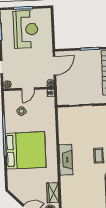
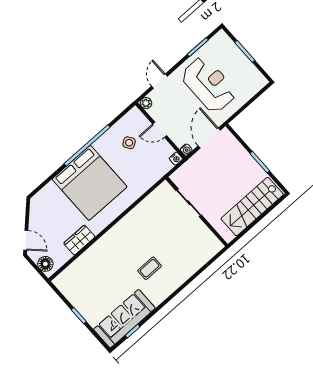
reception desk: (26, 29) -> (209, 85), moved, turned -90
door: (54, 66) -> (209, 138), swing flipped
fireplace: (66, 160) -> (115, 236), removed
wardrobe: (53, 193) -> (79, 240), moved

